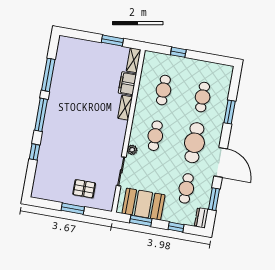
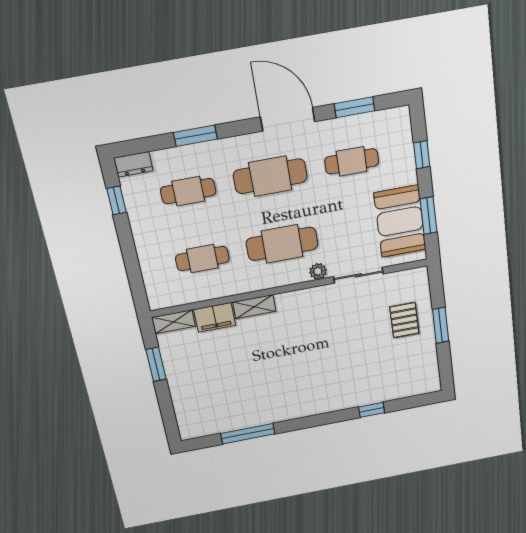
window: (178, 52) -> (116, 200), moved
window: (41, 115) -> (312, 421), removed
cafe table: (155, 136) -> (282, 244), width x1.37, depth x1.35
door: (221, 162) -> (288, 119), hinge flipped
dresser: (201, 218) -> (133, 164), moved

